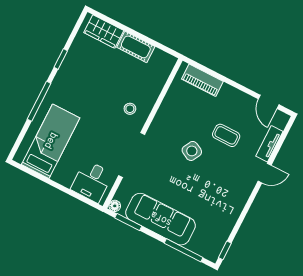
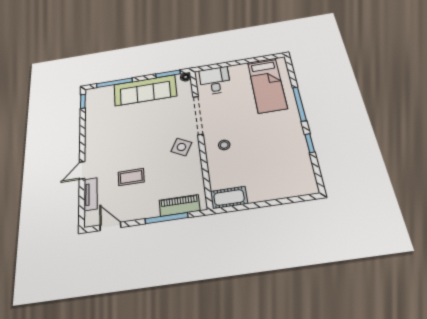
wardrobe: (104, 32) -> (293, 187), removed
cot: (136, 47) -> (229, 198), moved
window: (220, 77) -> (166, 218), added
side table: (192, 151) -> (181, 147), moved

